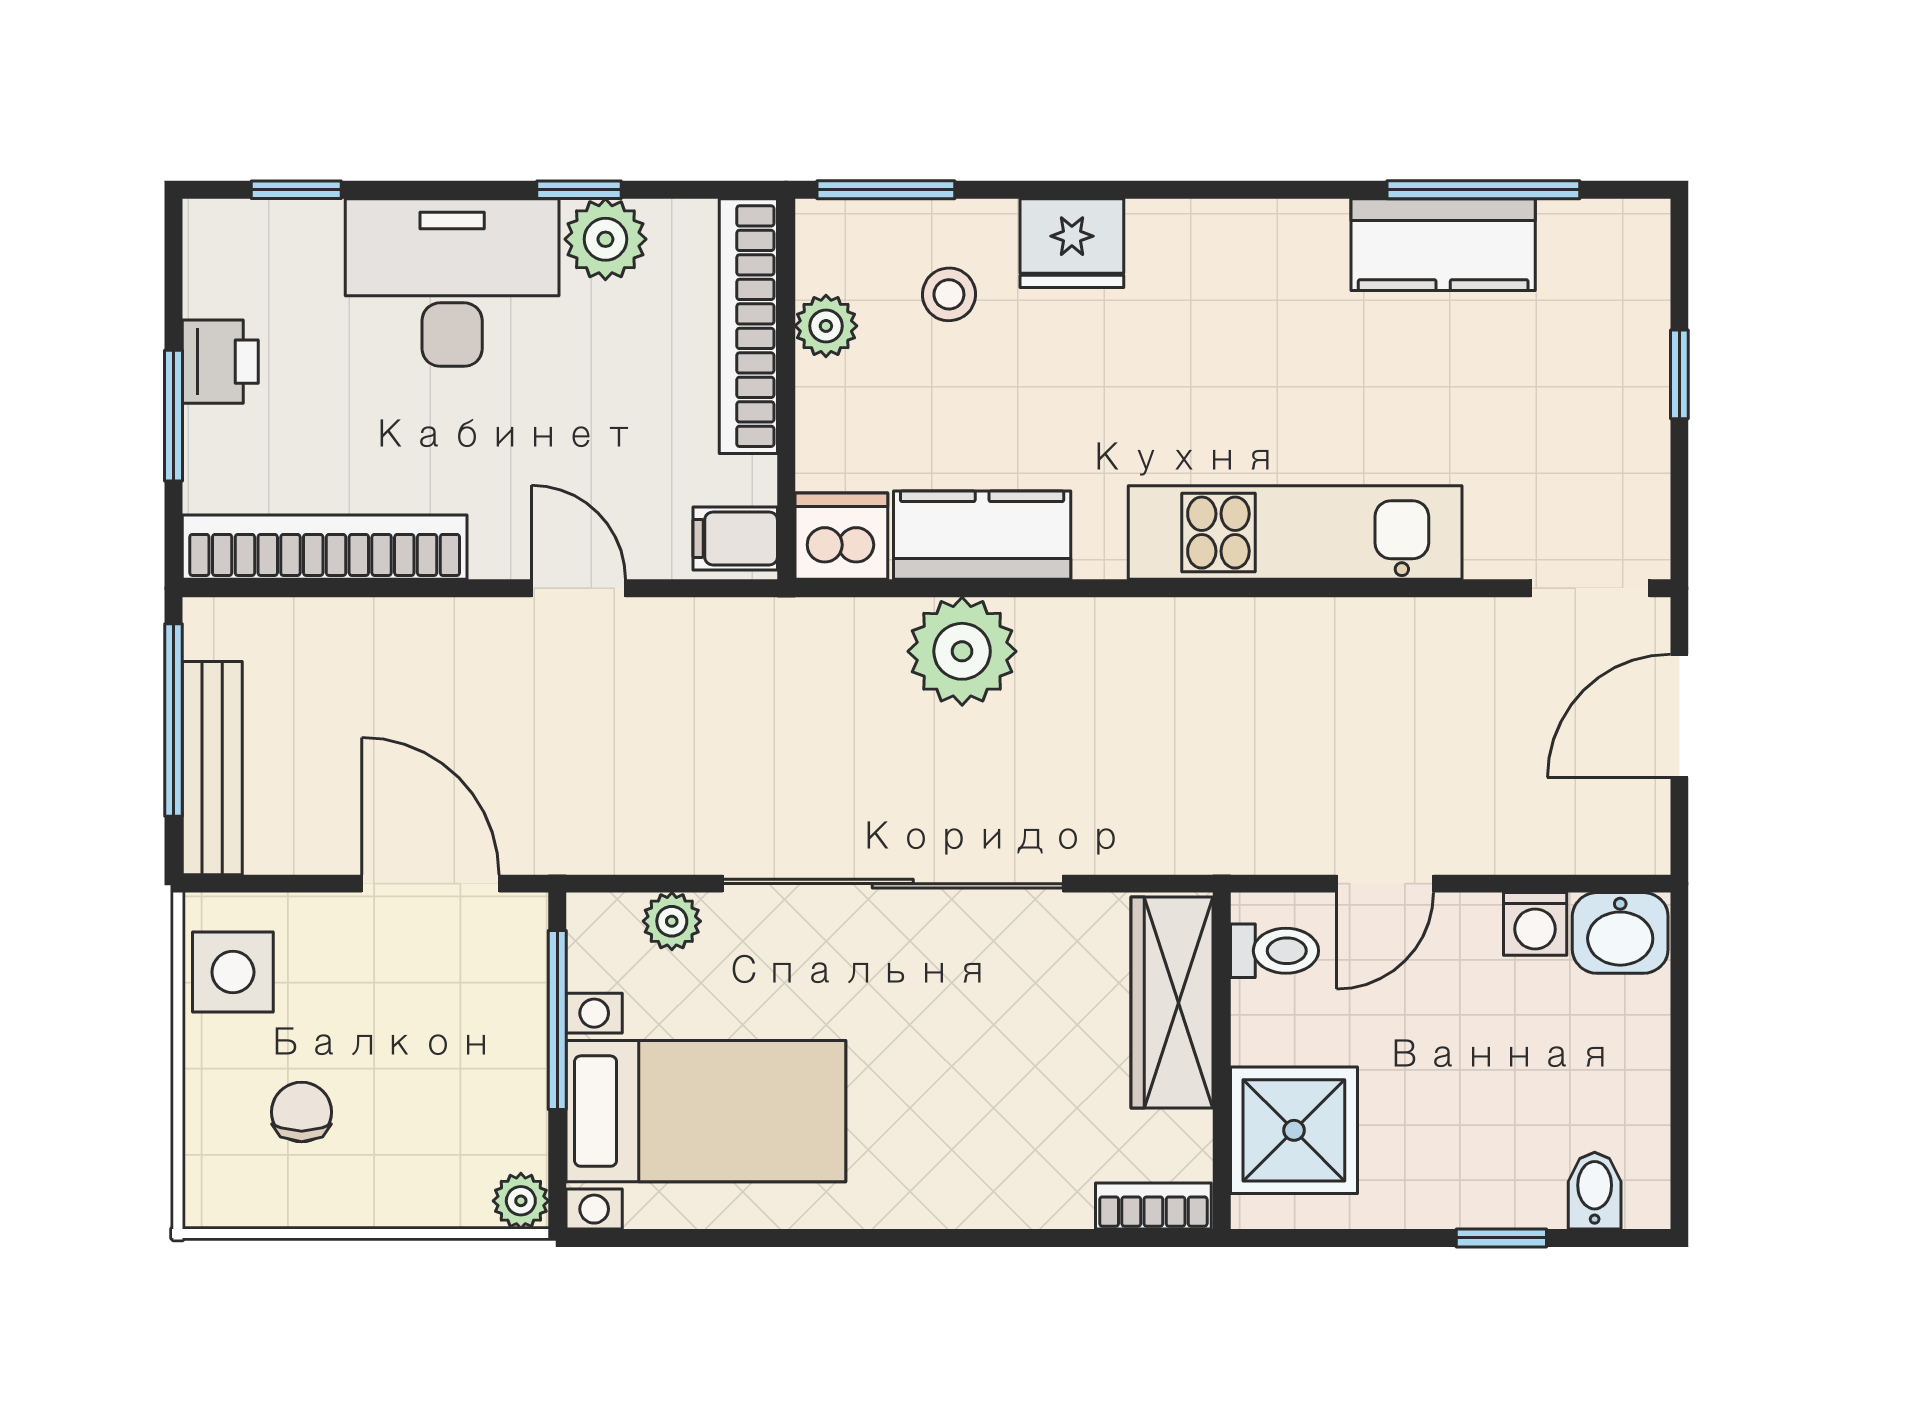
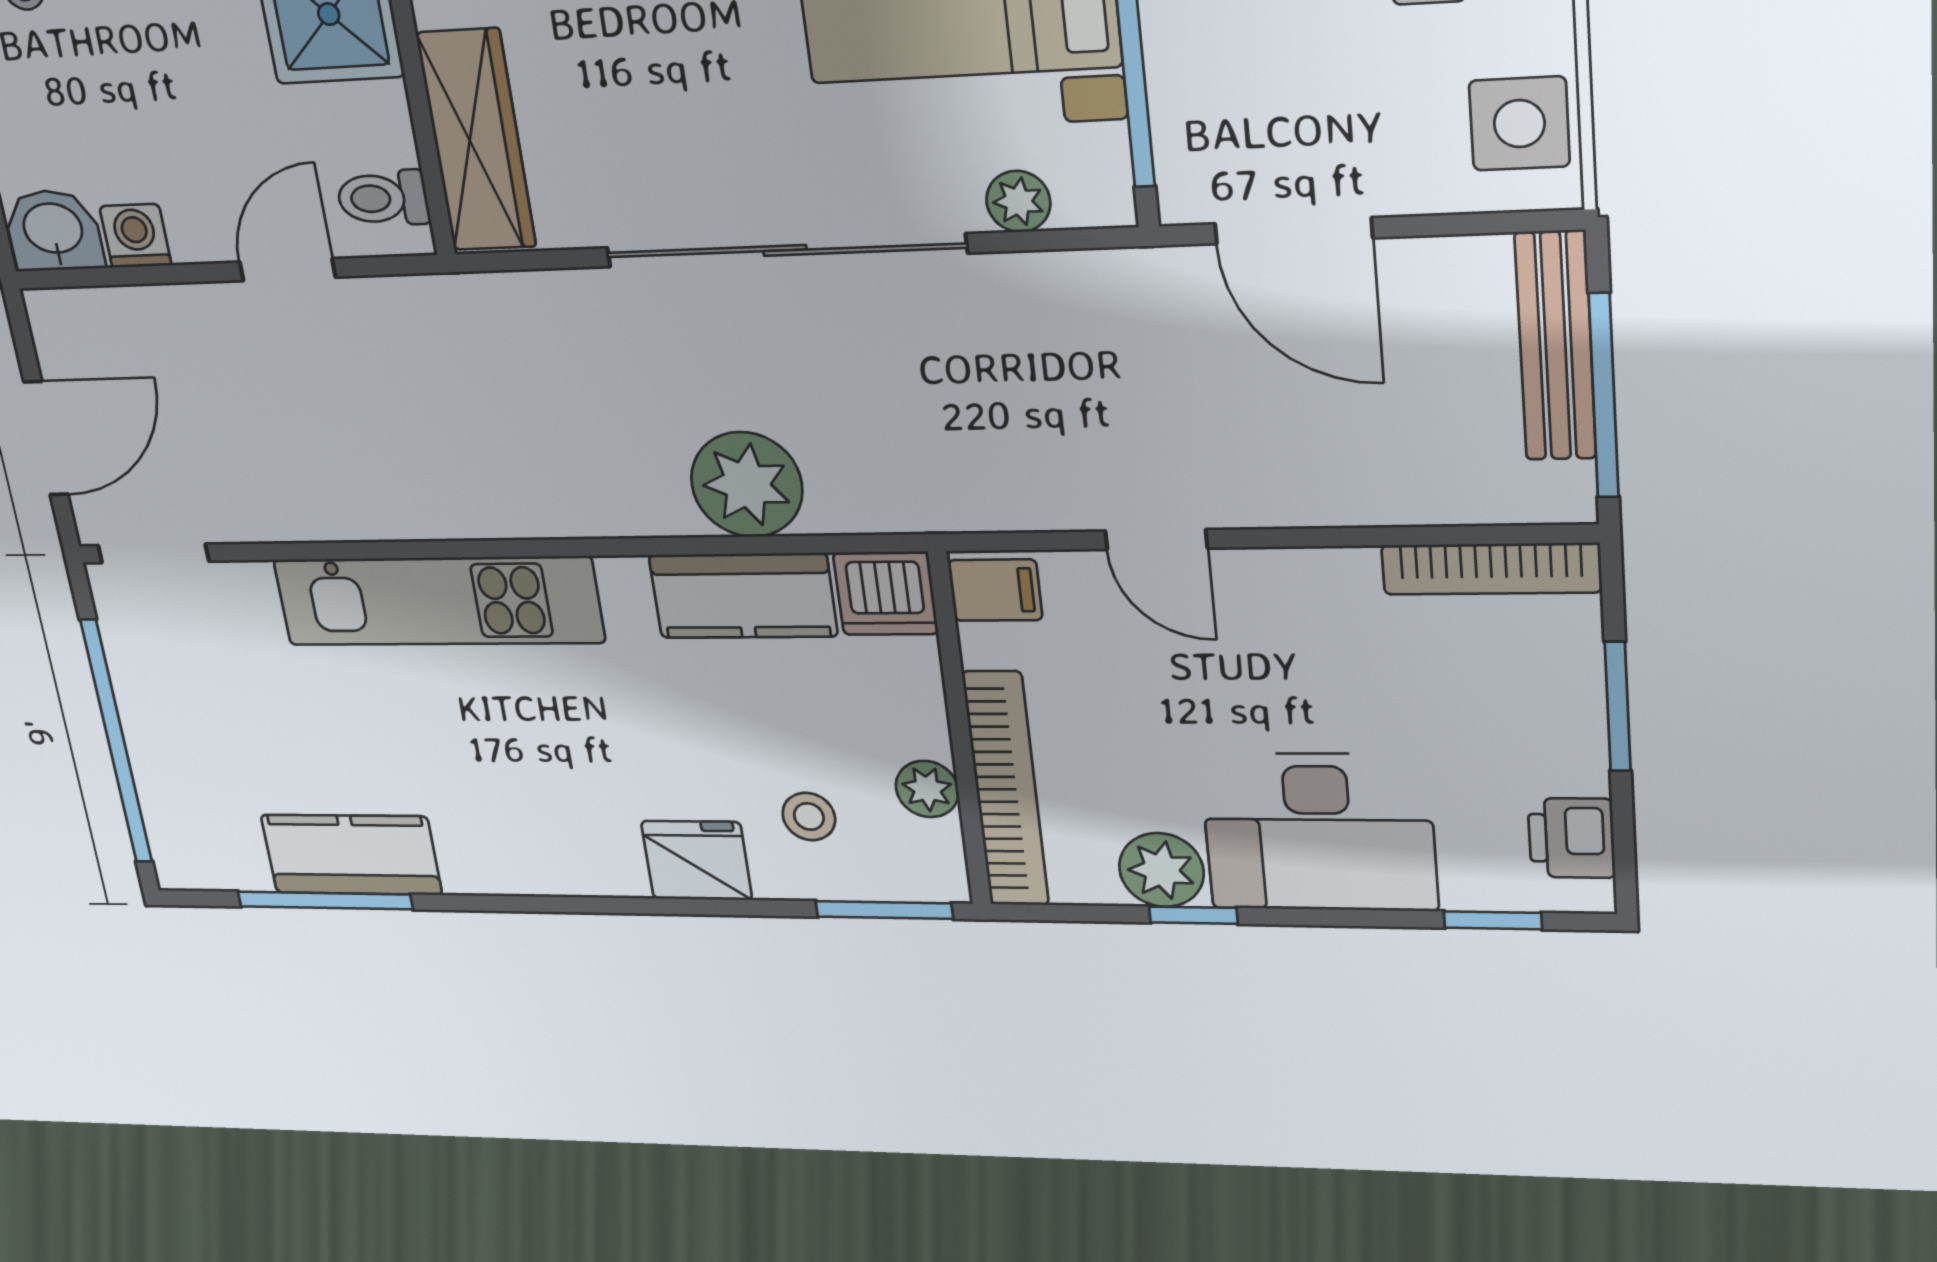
printer: (220, 362) -> (1571, 838), moved
window: (1679, 374) -> (116, 742), width x3.17
bookcase: (325, 547) -> (1491, 569), width x0.68, depth x0.76

